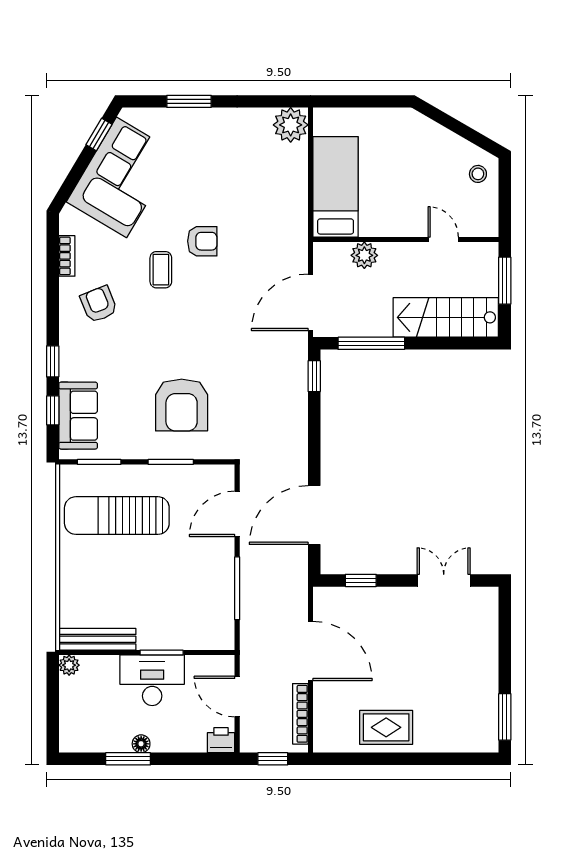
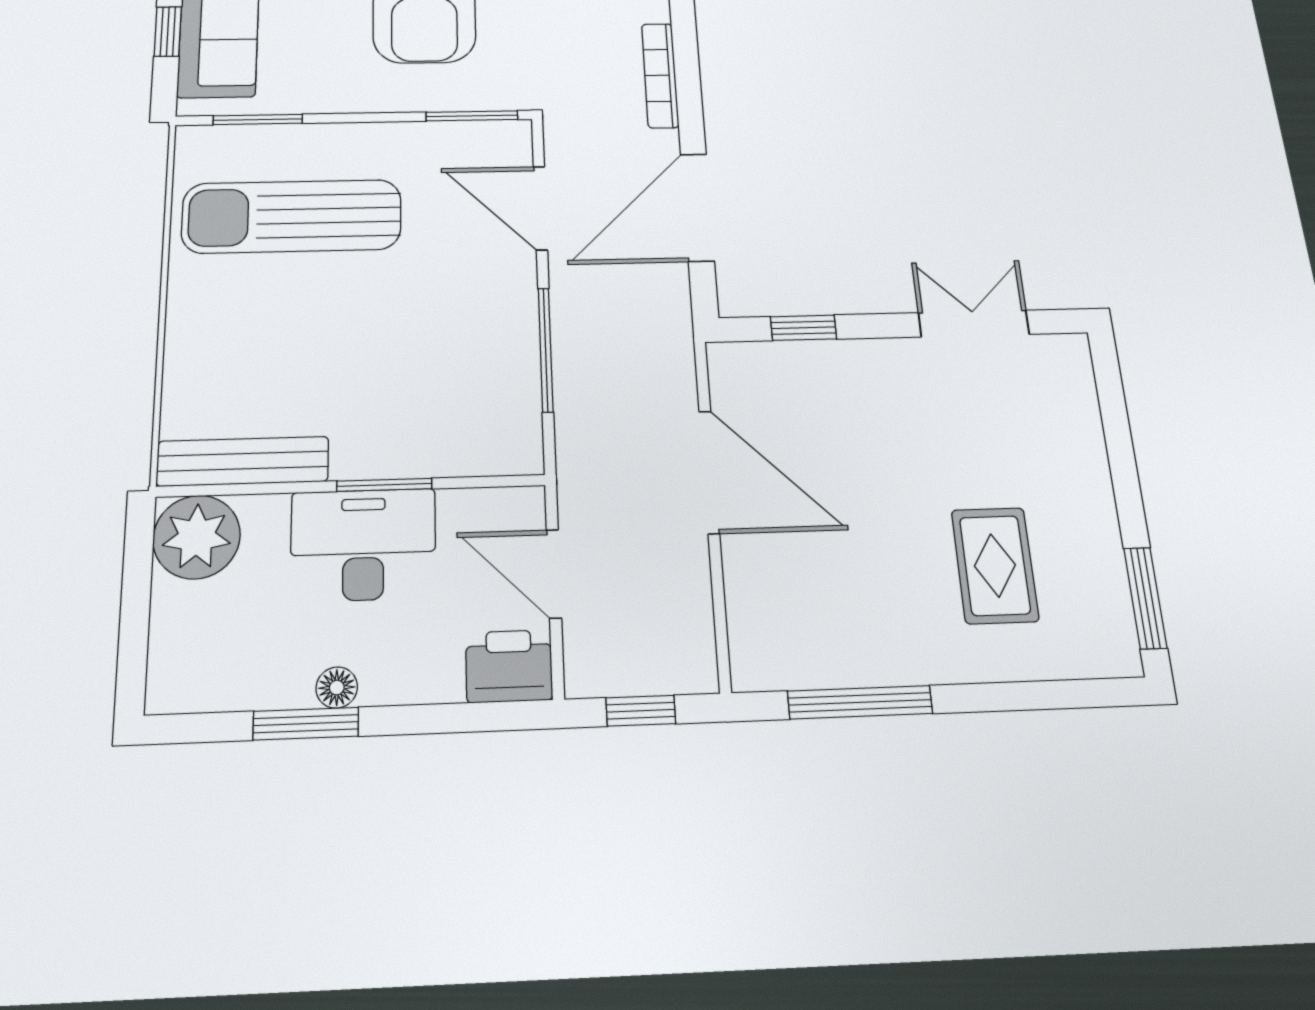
window: (171, 462) -> (472, 116), moved
door: (237, 514) -> (540, 208), hinge flipped
plant: (69, 665) -> (197, 537), width x1.87, depth x1.87
bookcase: (300, 714) -> (660, 75), moved
rug: (386, 727) -> (995, 565), moved, turned 90
printer: (221, 740) -> (509, 666), width x1.36, depth x1.24
window: (370, 759) -> (860, 702), added

